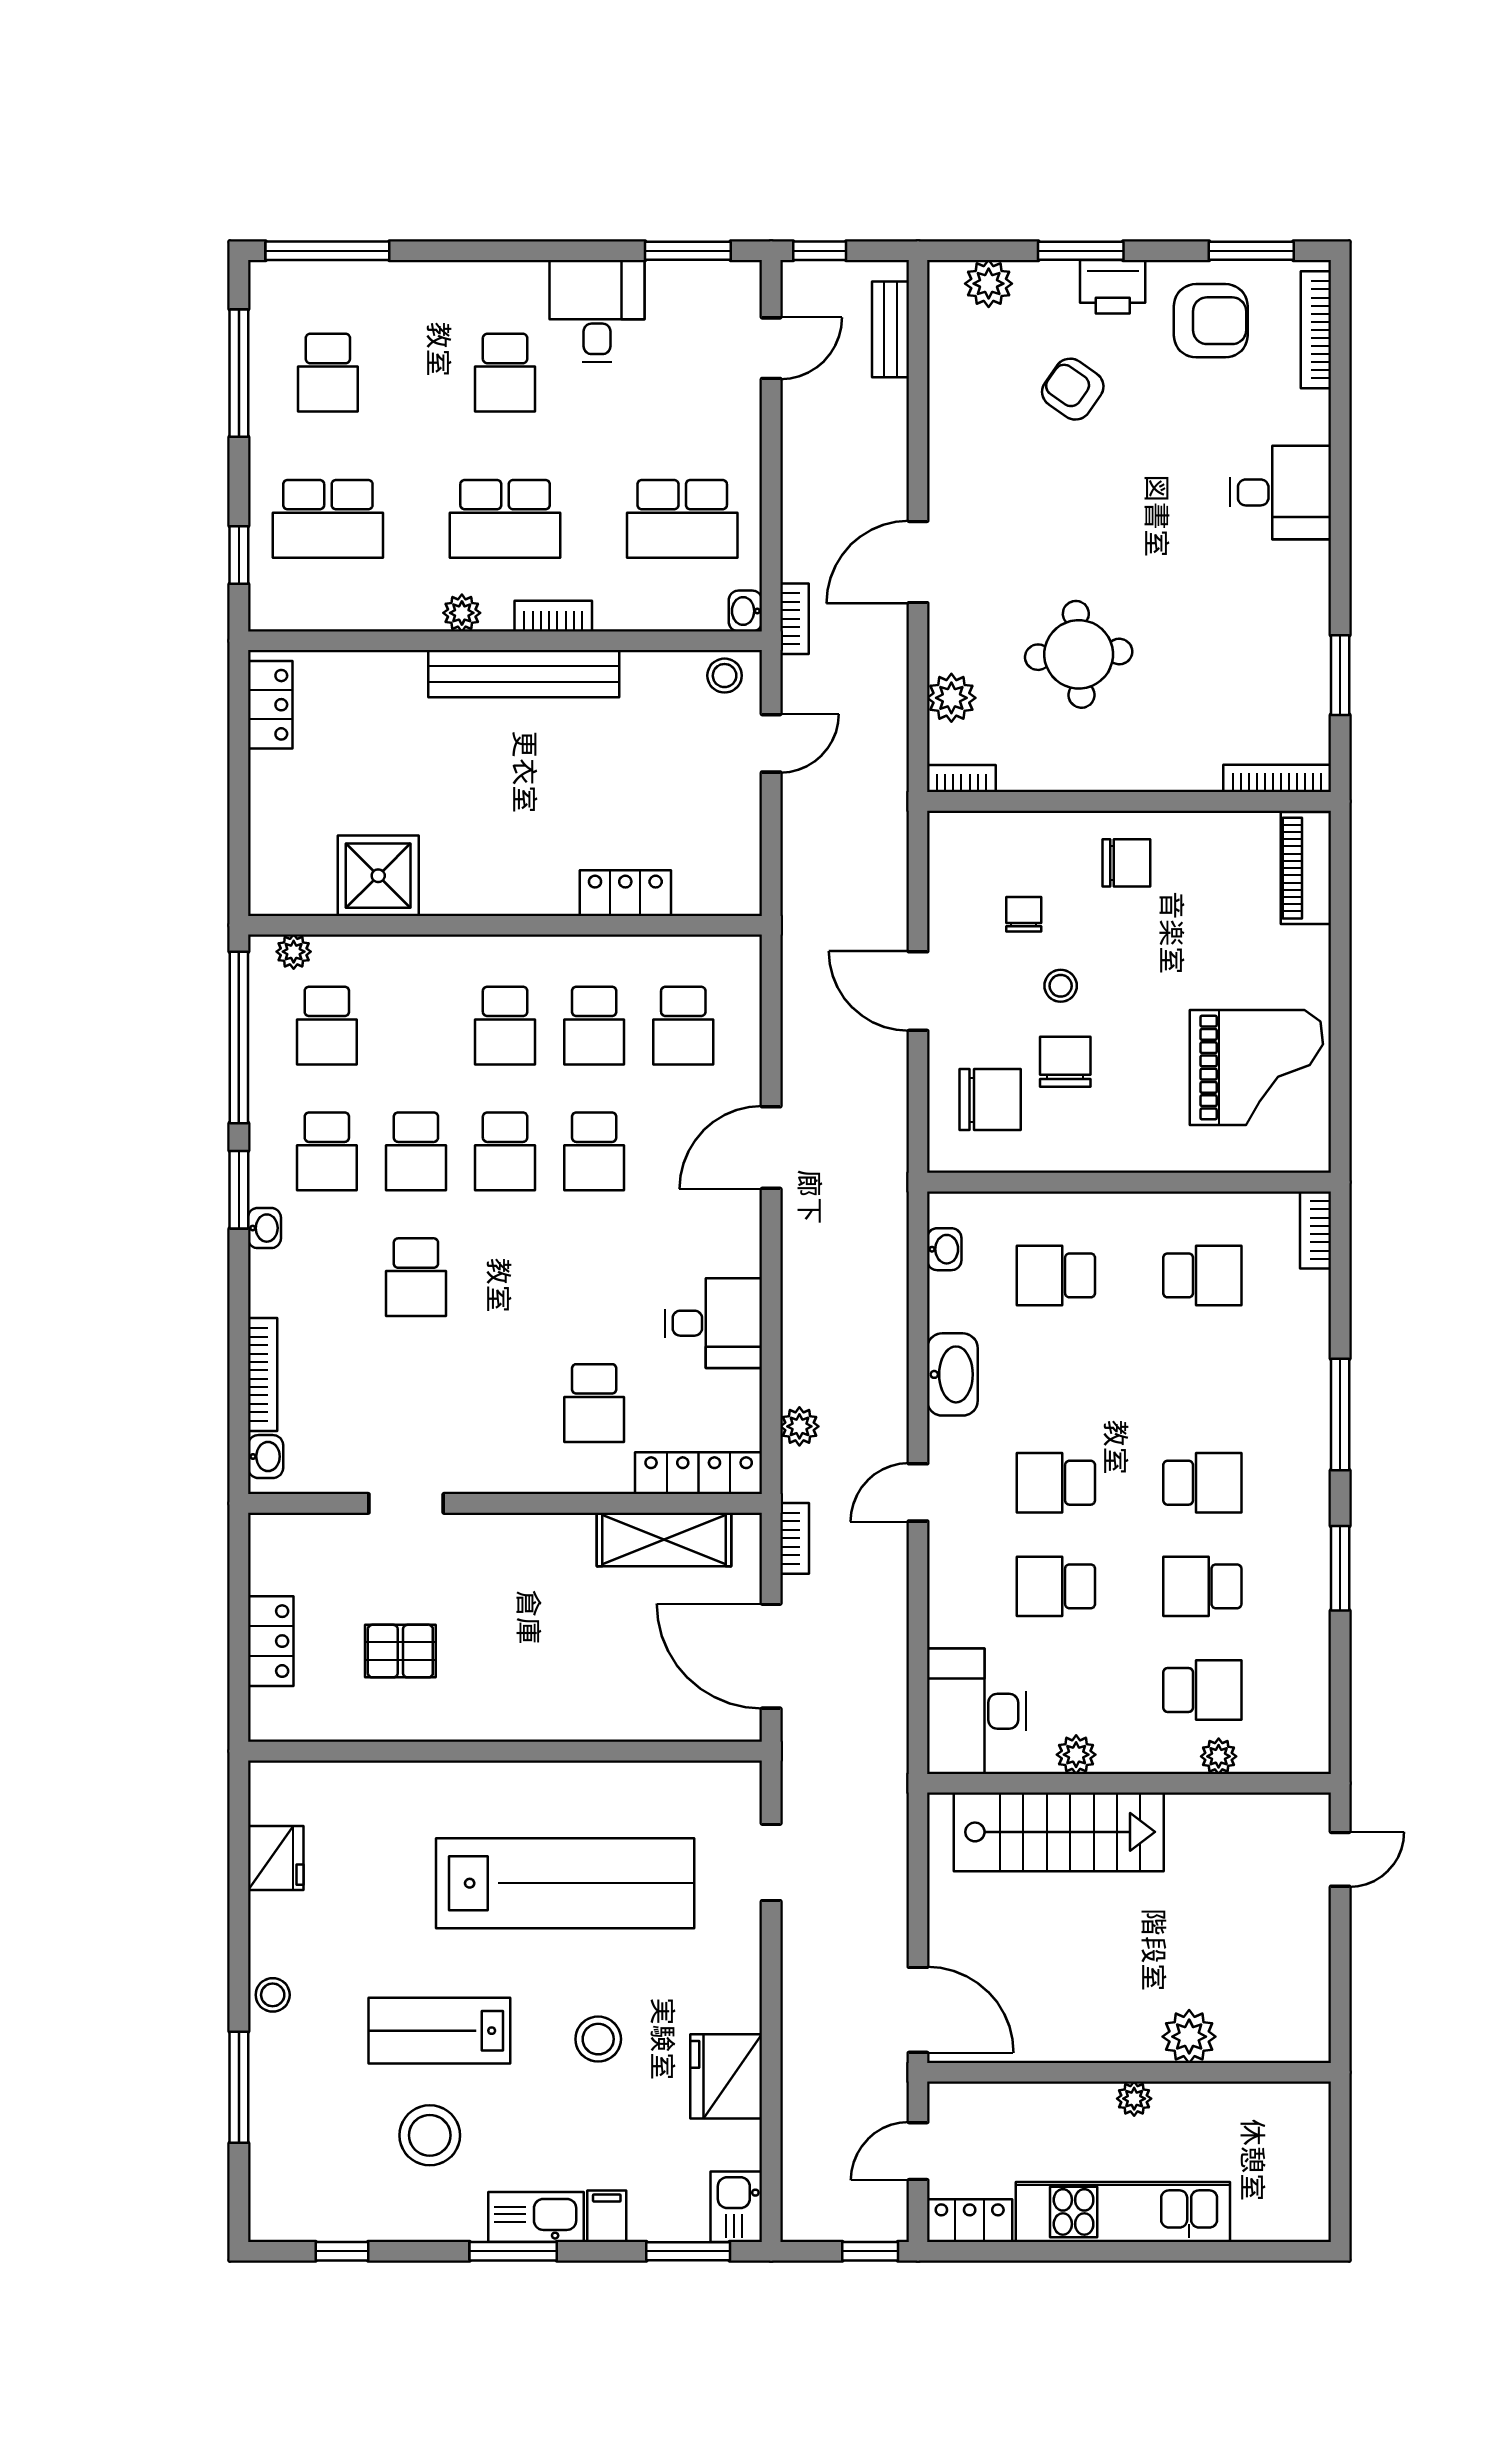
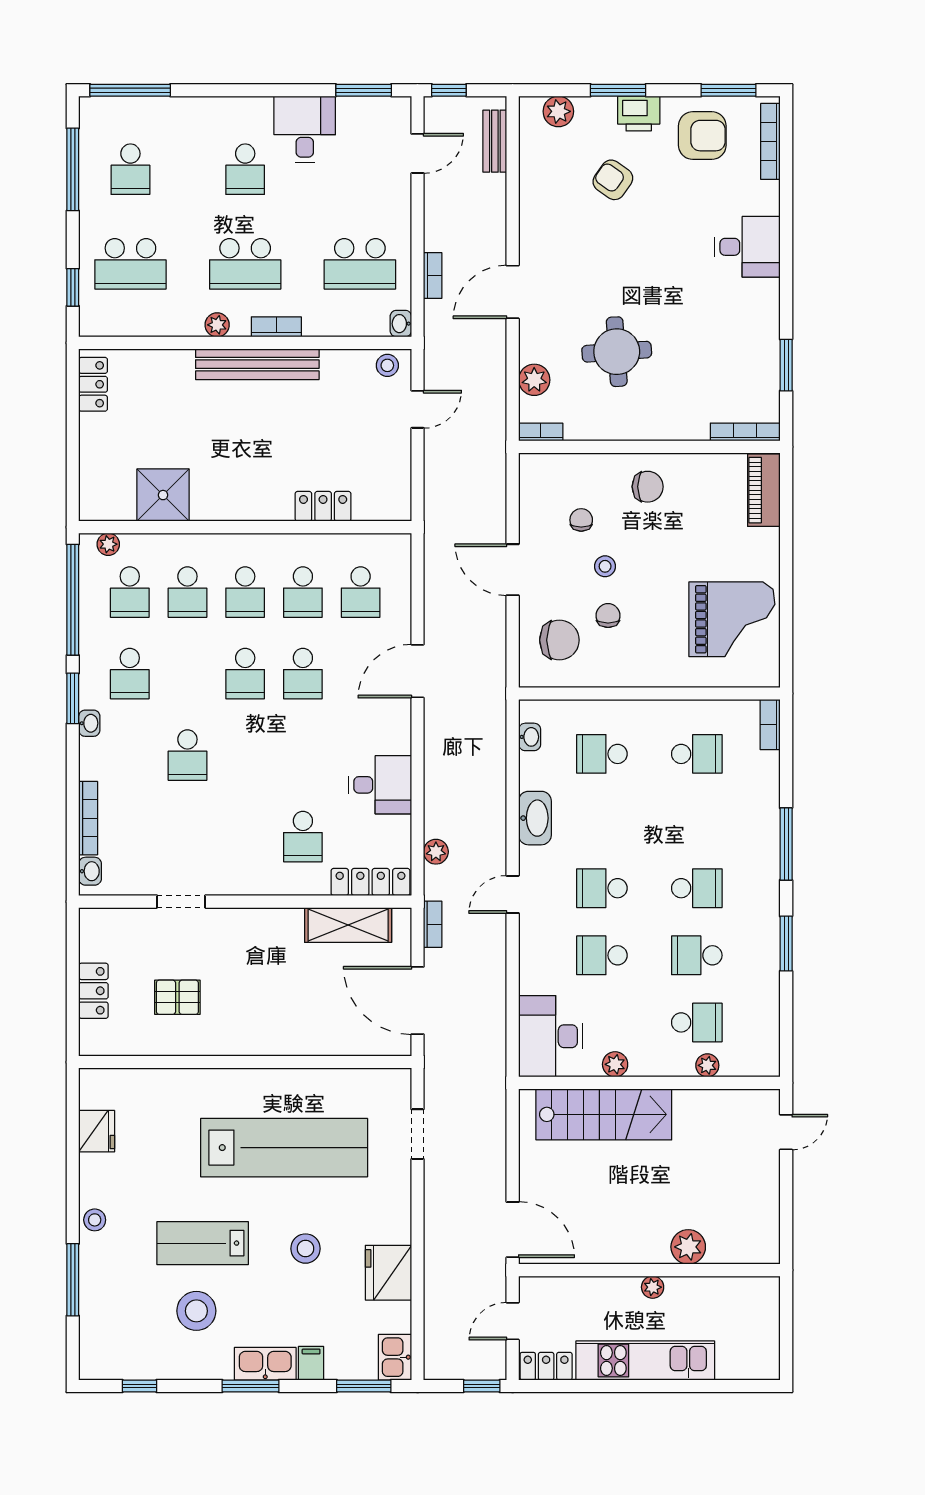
bookcase: (795, 619) -> (433, 275), moved
chair: (1065, 1062) -> (608, 616), width x0.73, depth x0.73
school desk: (416, 1151) -> (187, 592), moved

